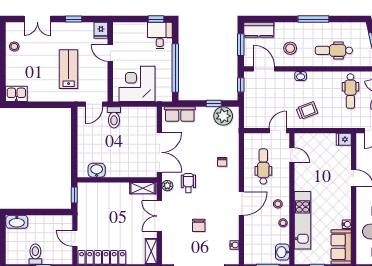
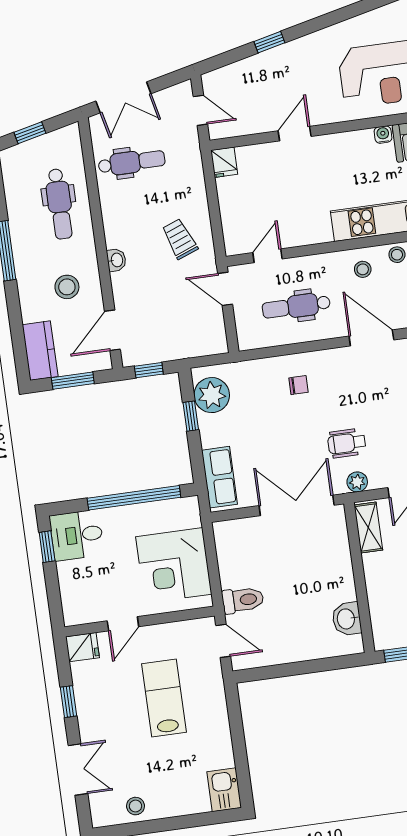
lab bench: (69, 69) -> (164, 698), turned 90

